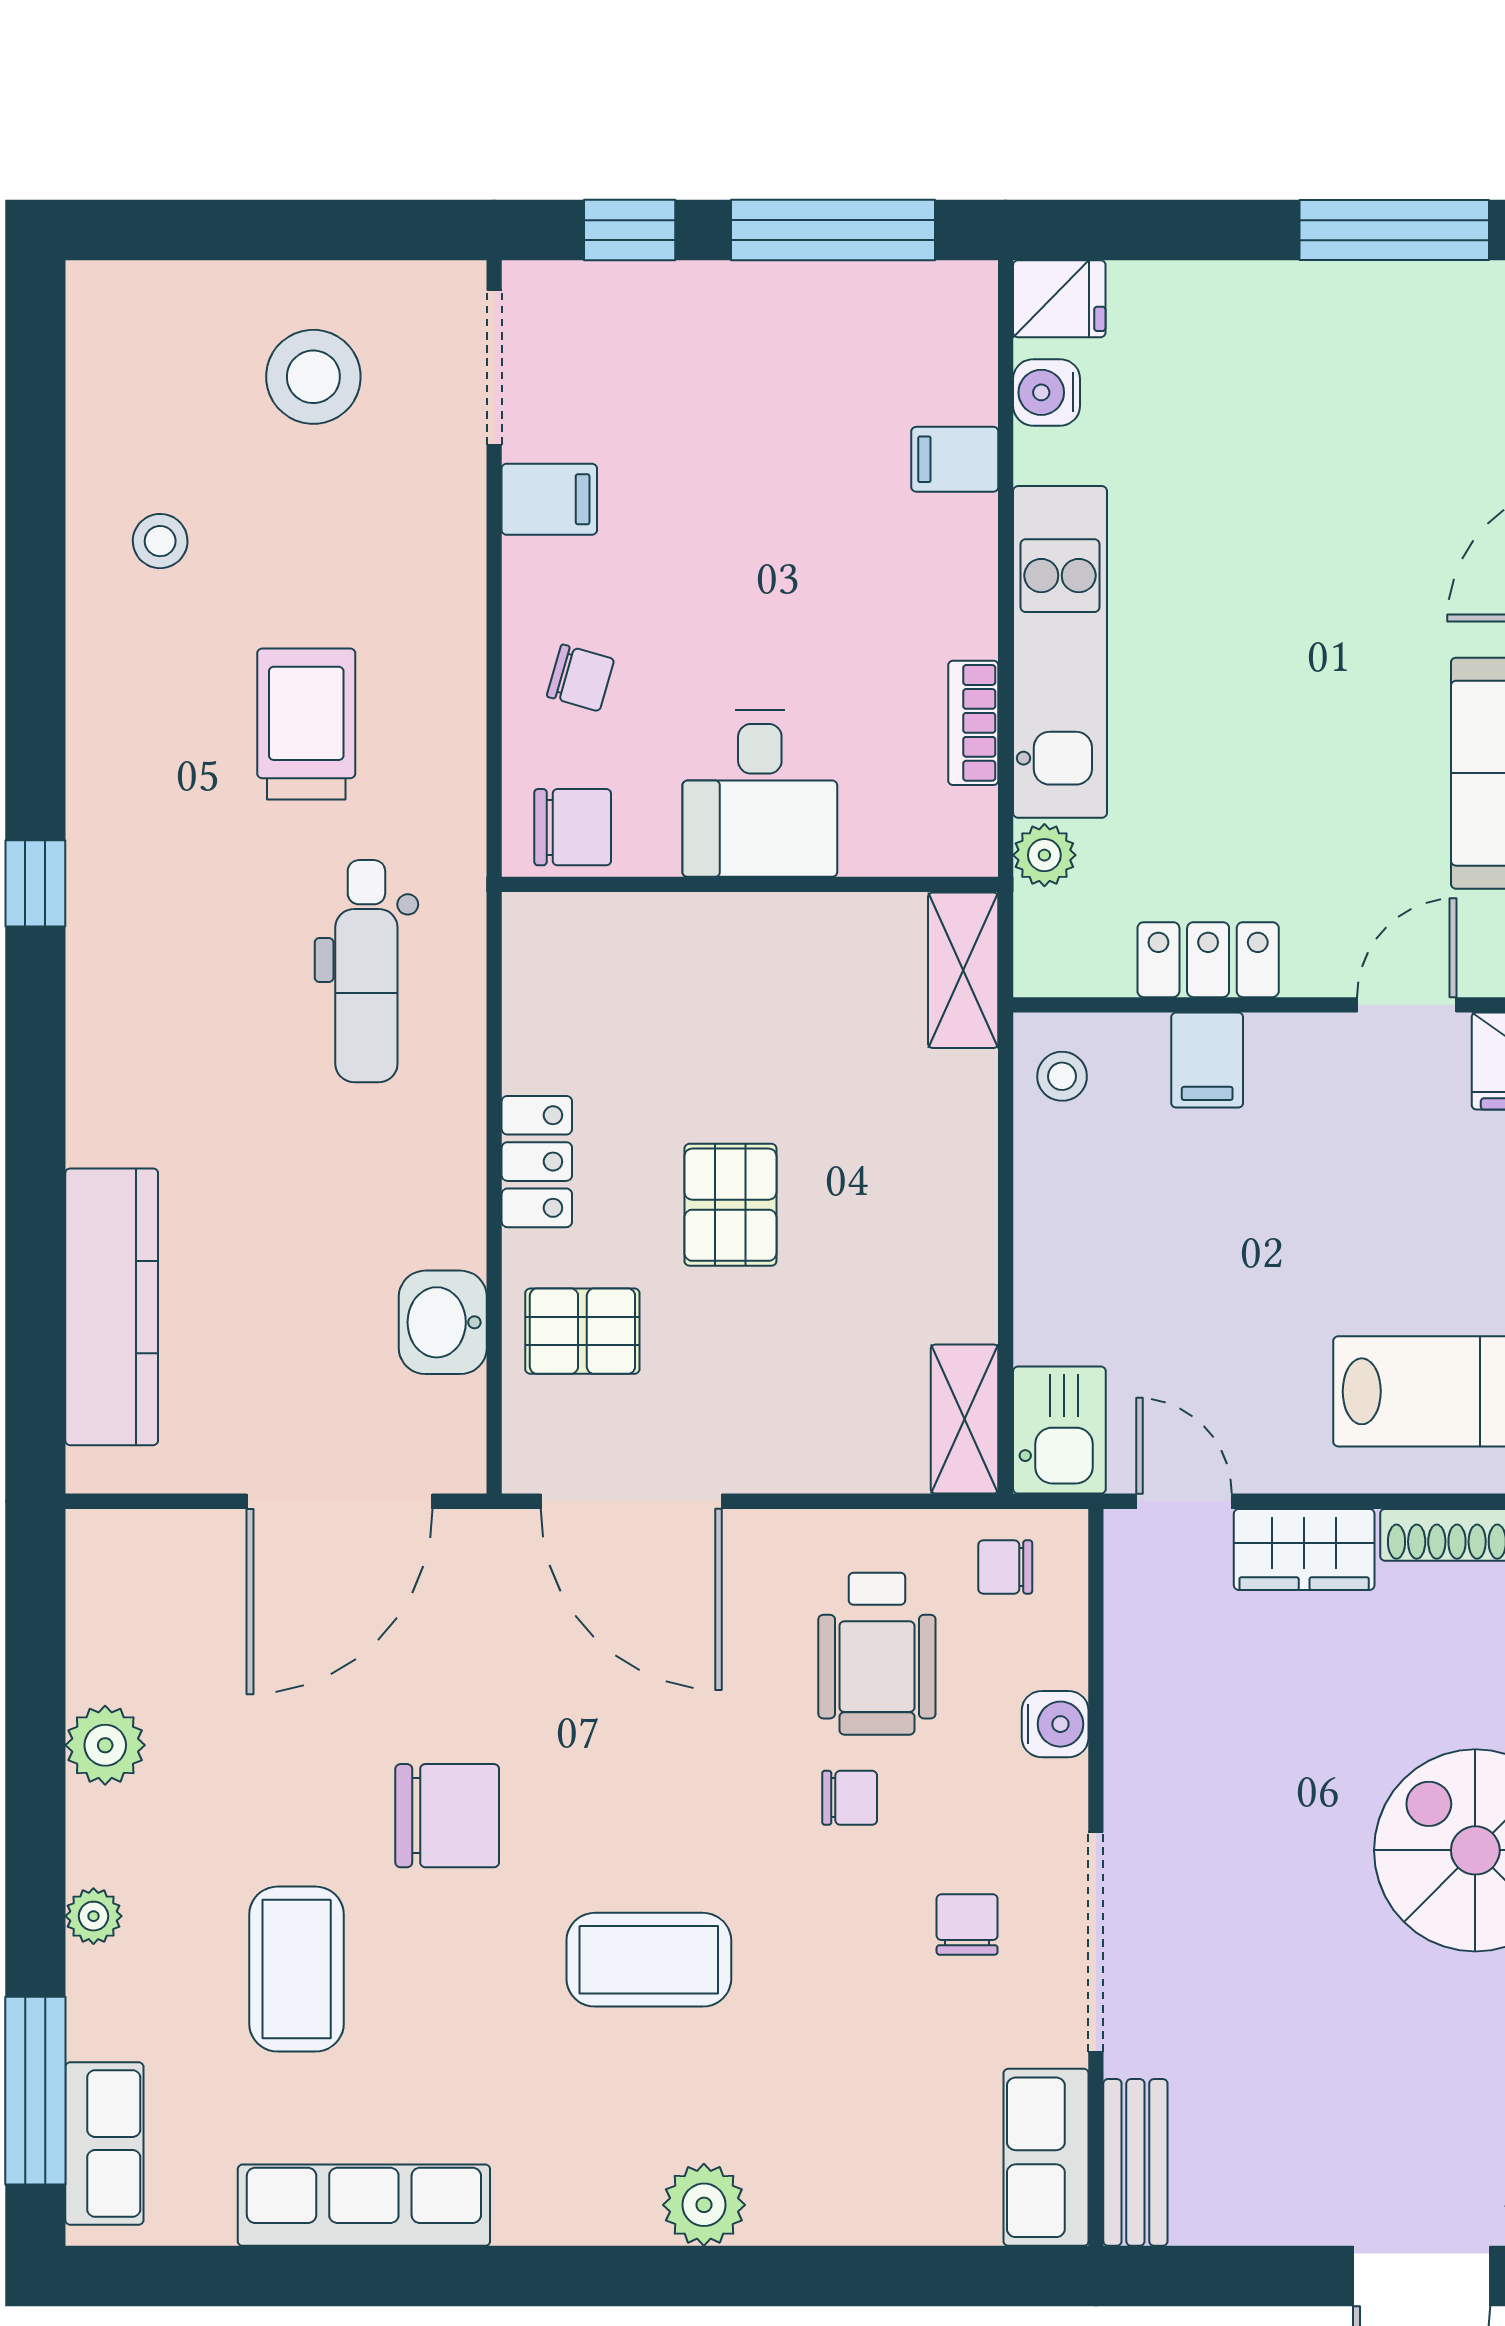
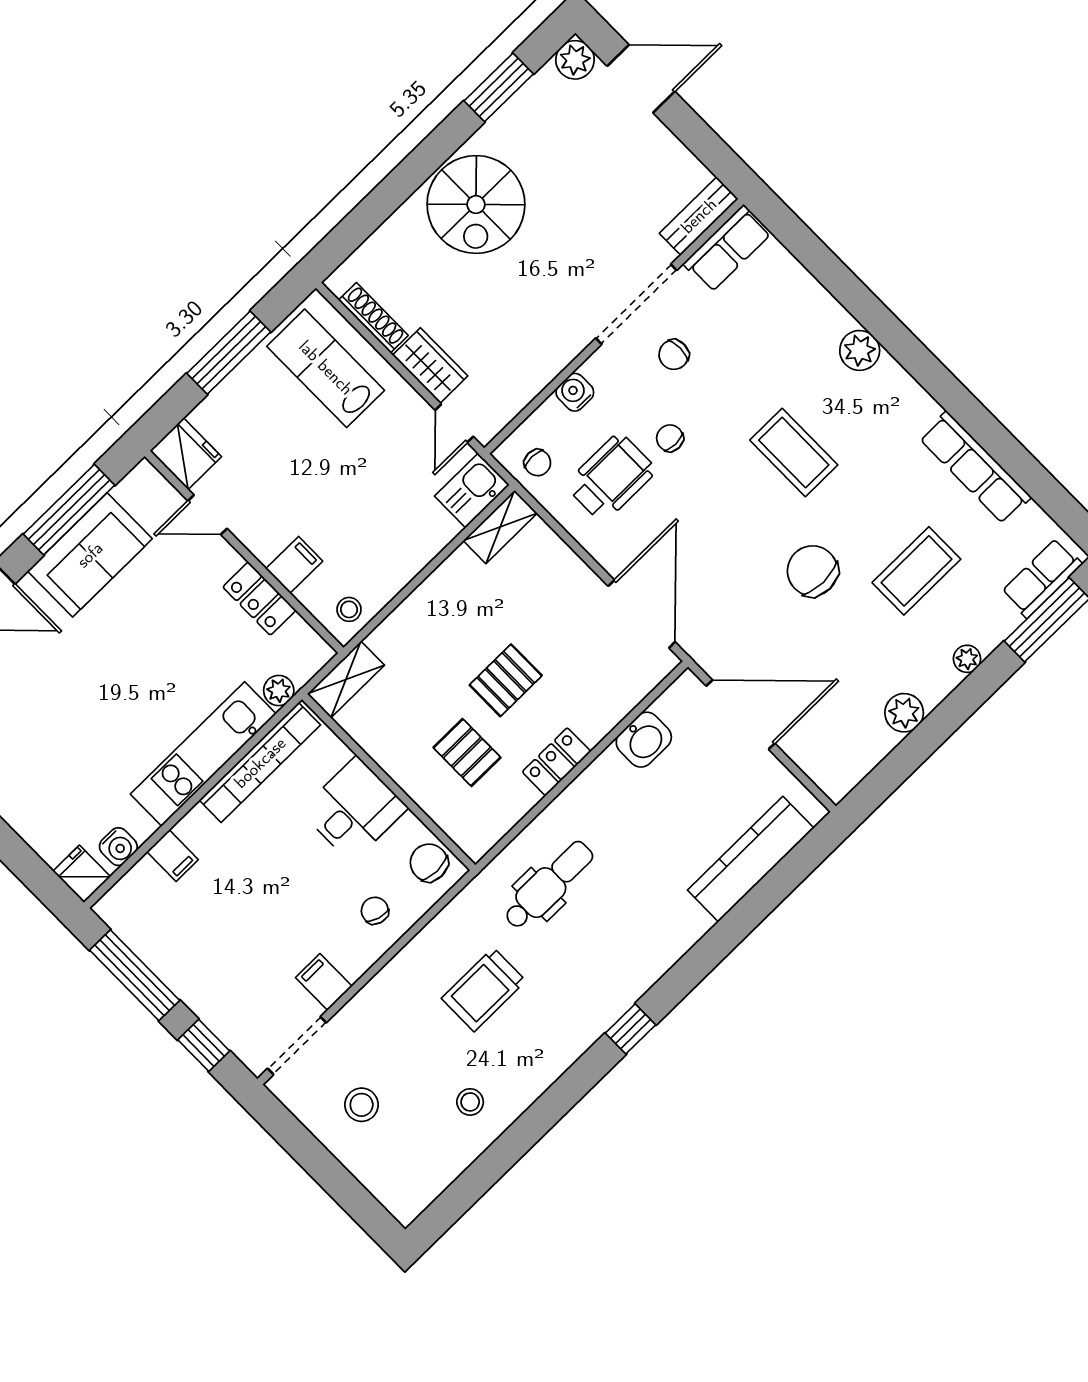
stool: (313, 377) -> (362, 1105), width x0.73, depth x0.73
bookcase: (973, 723) -> (260, 763), width x2.31, depth x1.31
pallet: (582, 1331) -> (467, 752), moved

